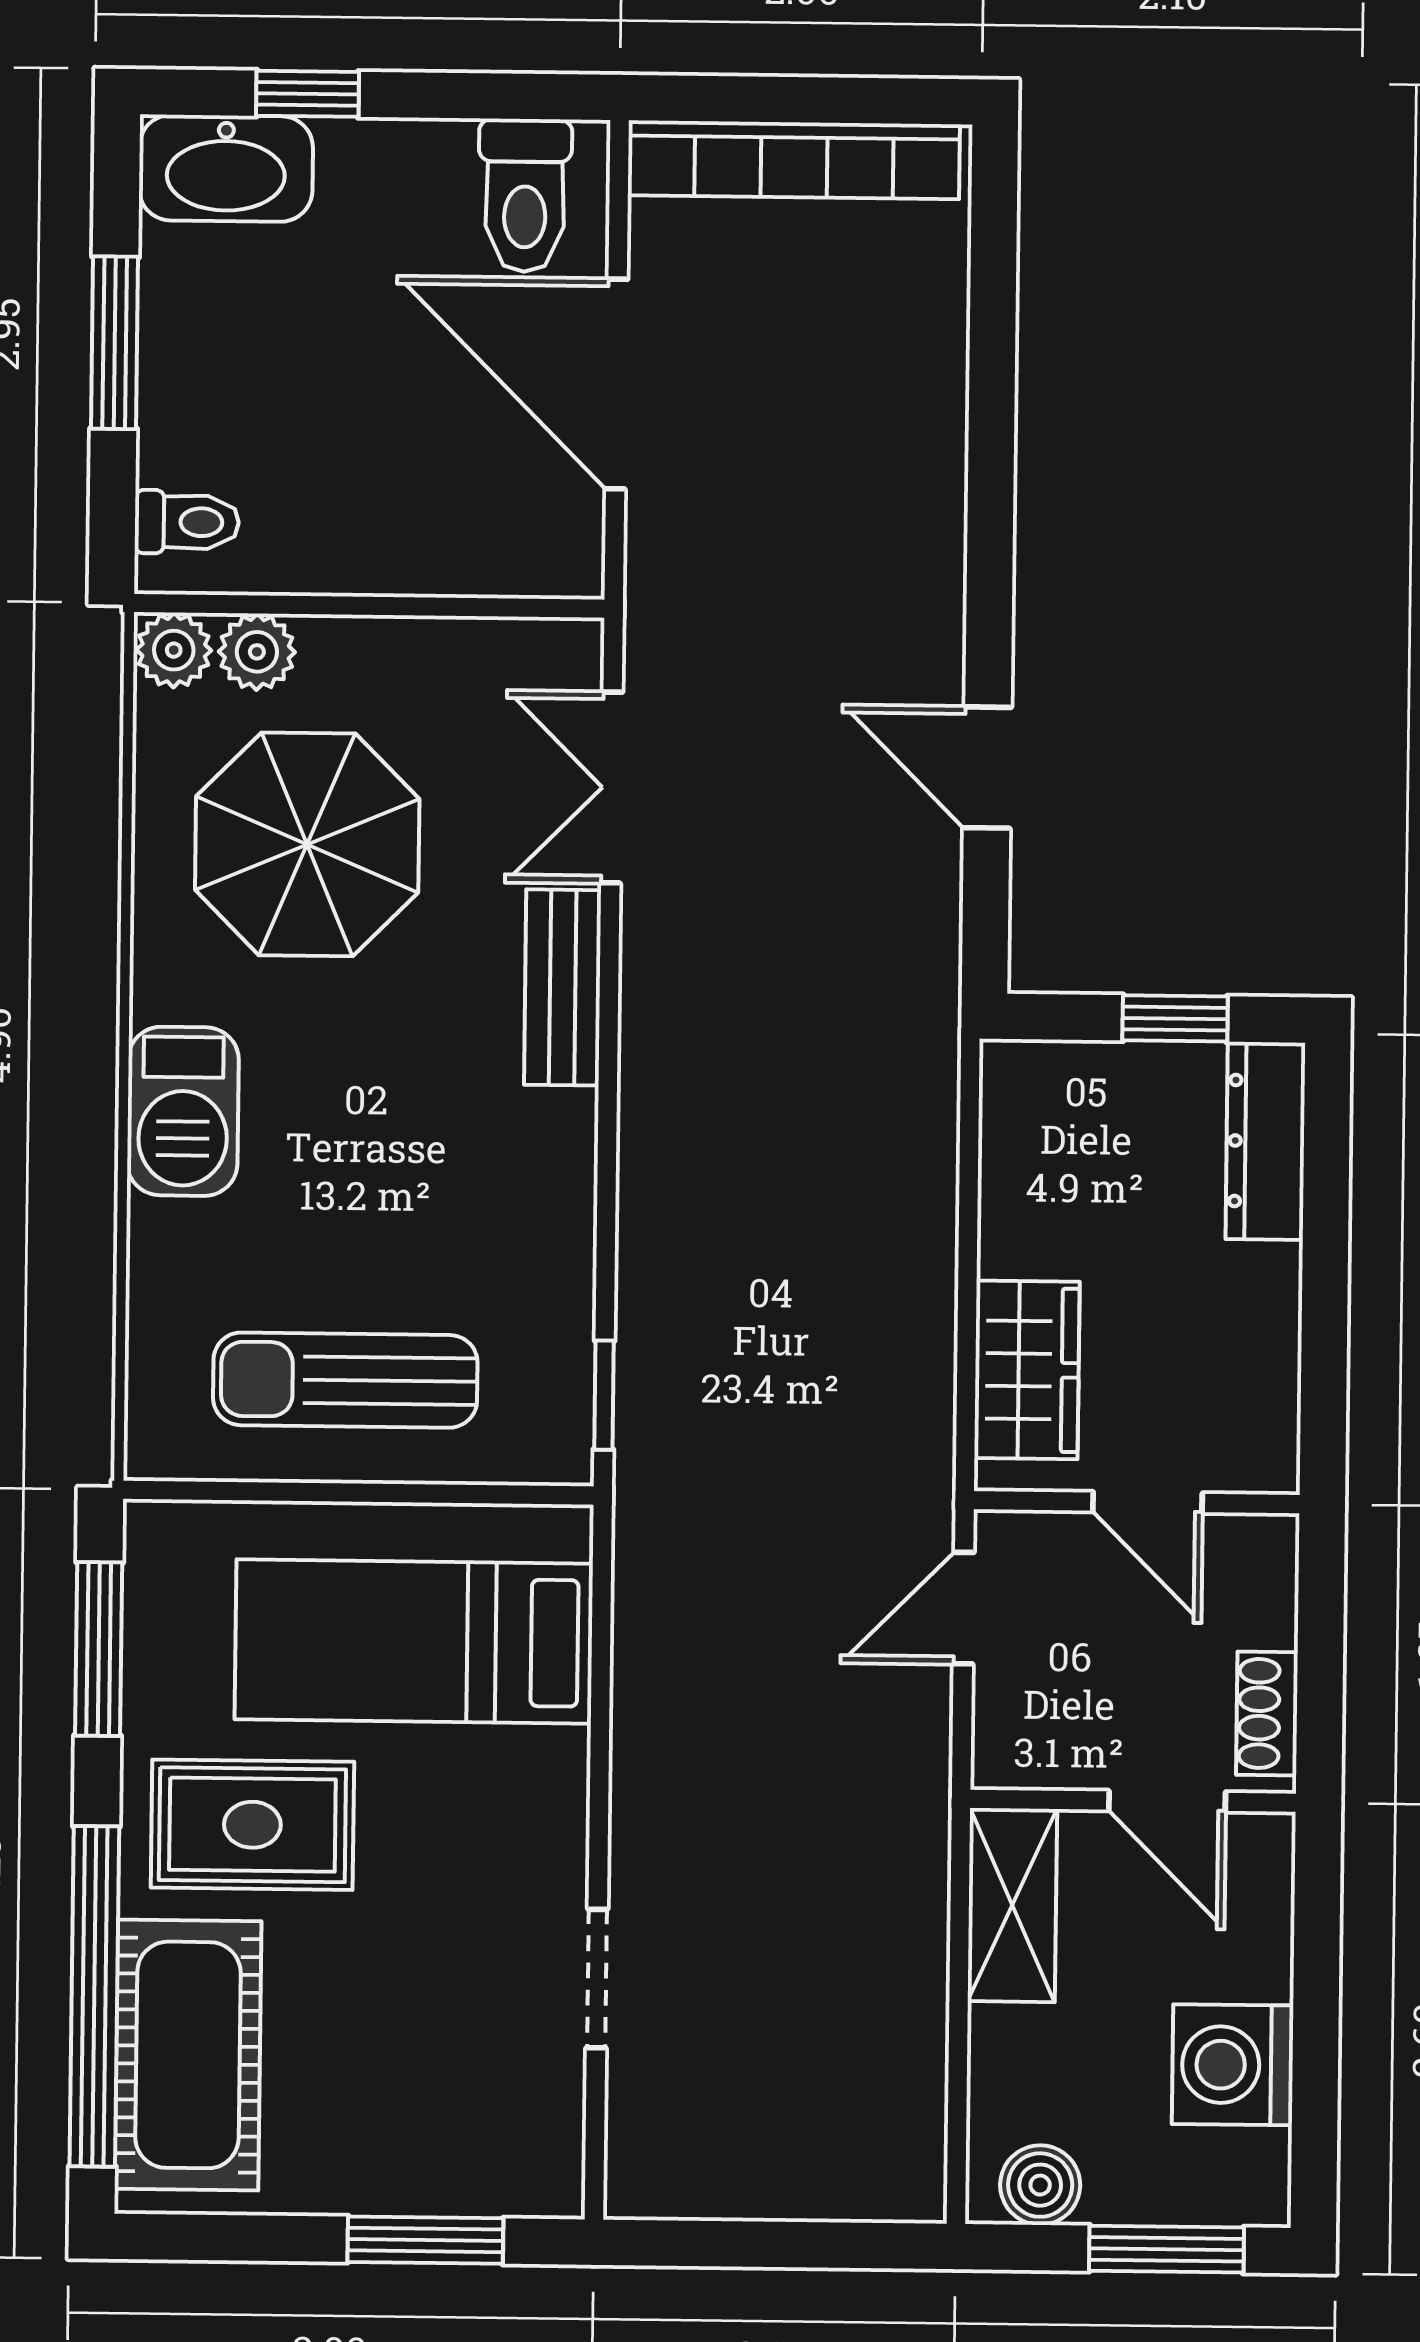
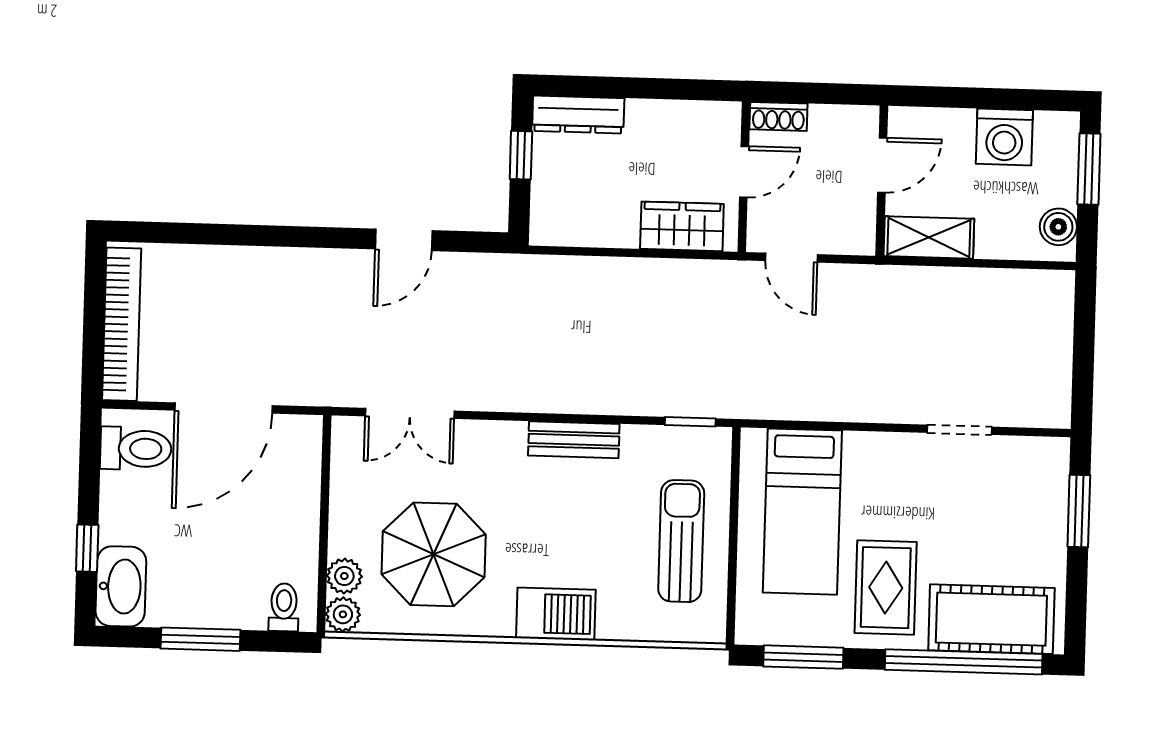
bench: (563, 987) -> (574, 440), moved
sun lounger: (345, 1380) -> (681, 541), turned 180
shoe rack: (1267, 1714) -> (778, 116), moved

